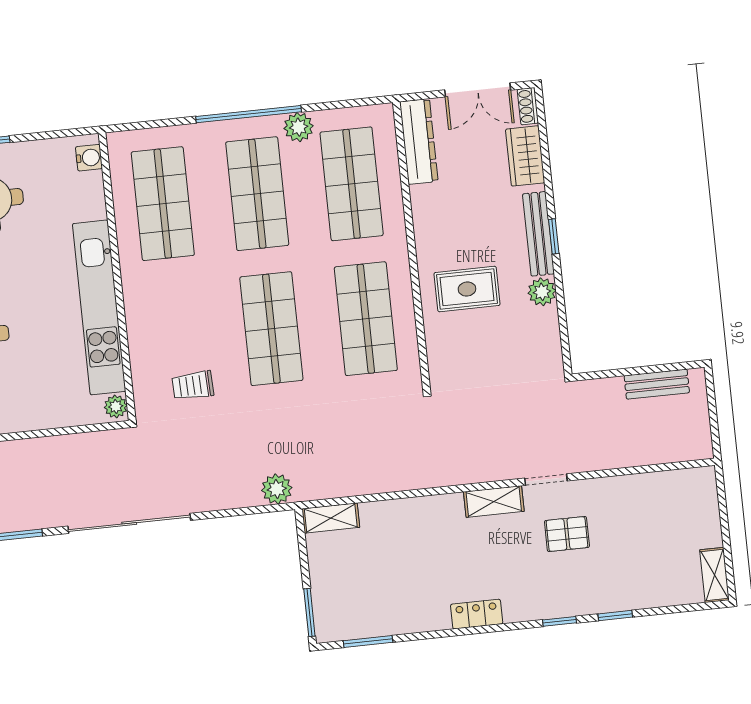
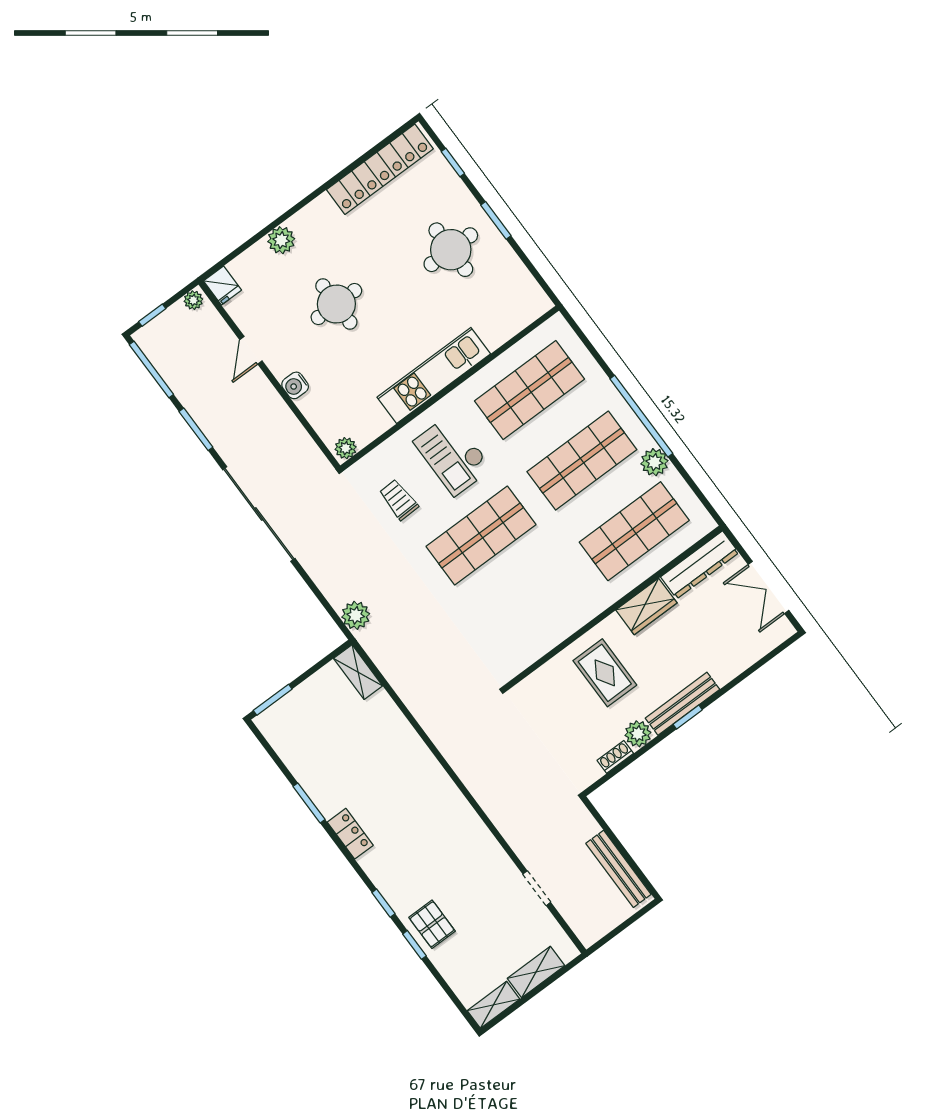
shoe rack: (528, 106) -> (615, 757), moved
wardrobe: (525, 156) -> (646, 606), moved, turned 180
water cooler: (89, 158) -> (295, 385), moved, turned 90
kitchen unit: (99, 307) -> (434, 376), width x0.73
checkout: (181, 311) -> (453, 455), added
shop shelf: (366, 319) -> (533, 606), removed
bench: (657, 384) -> (618, 869), width x1.36
doorway: (546, 480) -> (537, 888), moved
shelving: (494, 501) -> (536, 972), moved, turned 90
pallet: (567, 534) -> (432, 924), moved
window: (368, 642) -> (309, 803), moved

